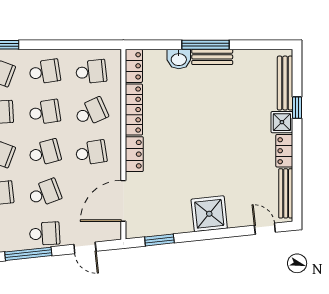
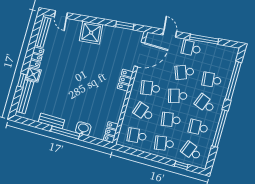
bench: (212, 57) -> (51, 121), moved
locker: (134, 110) -> (118, 106), removed
school desk: (91, 112) -> (144, 112), turned 42

